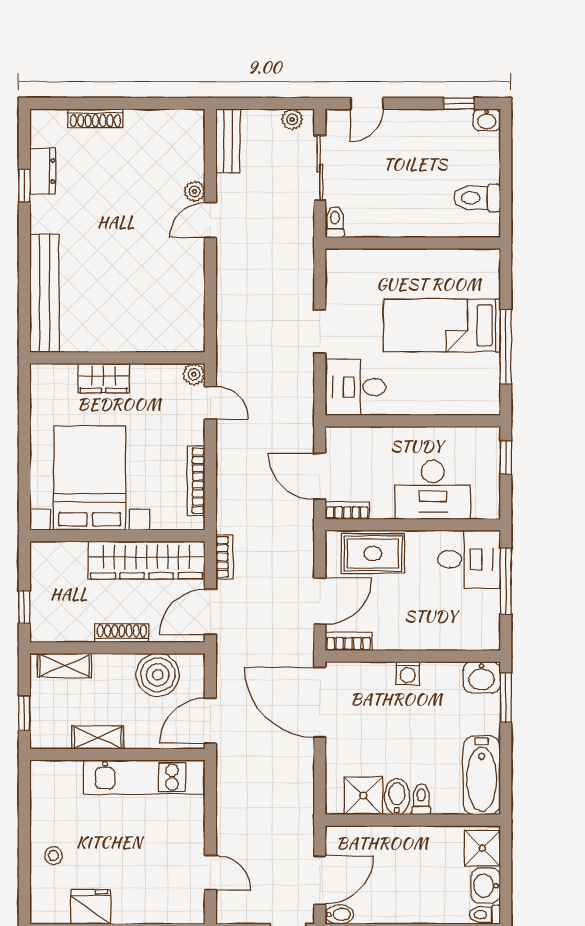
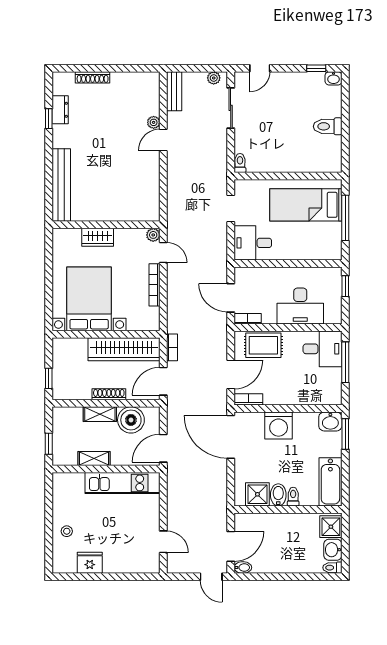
toilet: (335, 222) -> (240, 163), moved
wall: (413, 243) -> (288, 176), moved
bookcase: (196, 481) -> (154, 285), moved
shelving: (64, 665) -> (100, 414), moved
washing machine: (408, 673) -> (279, 425), width x1.89, depth x1.89

